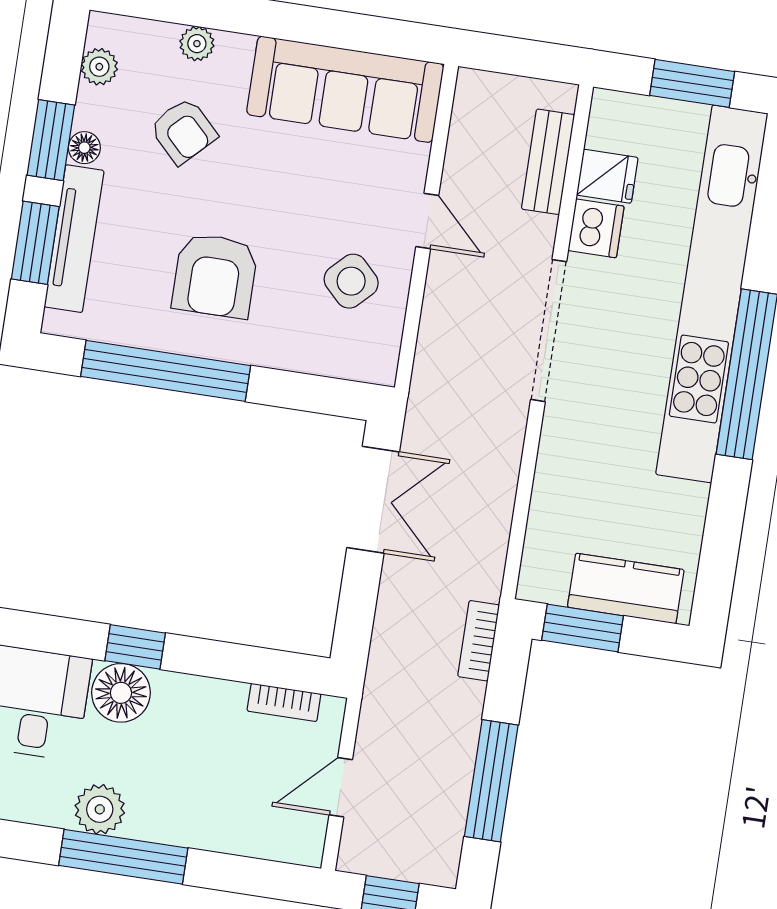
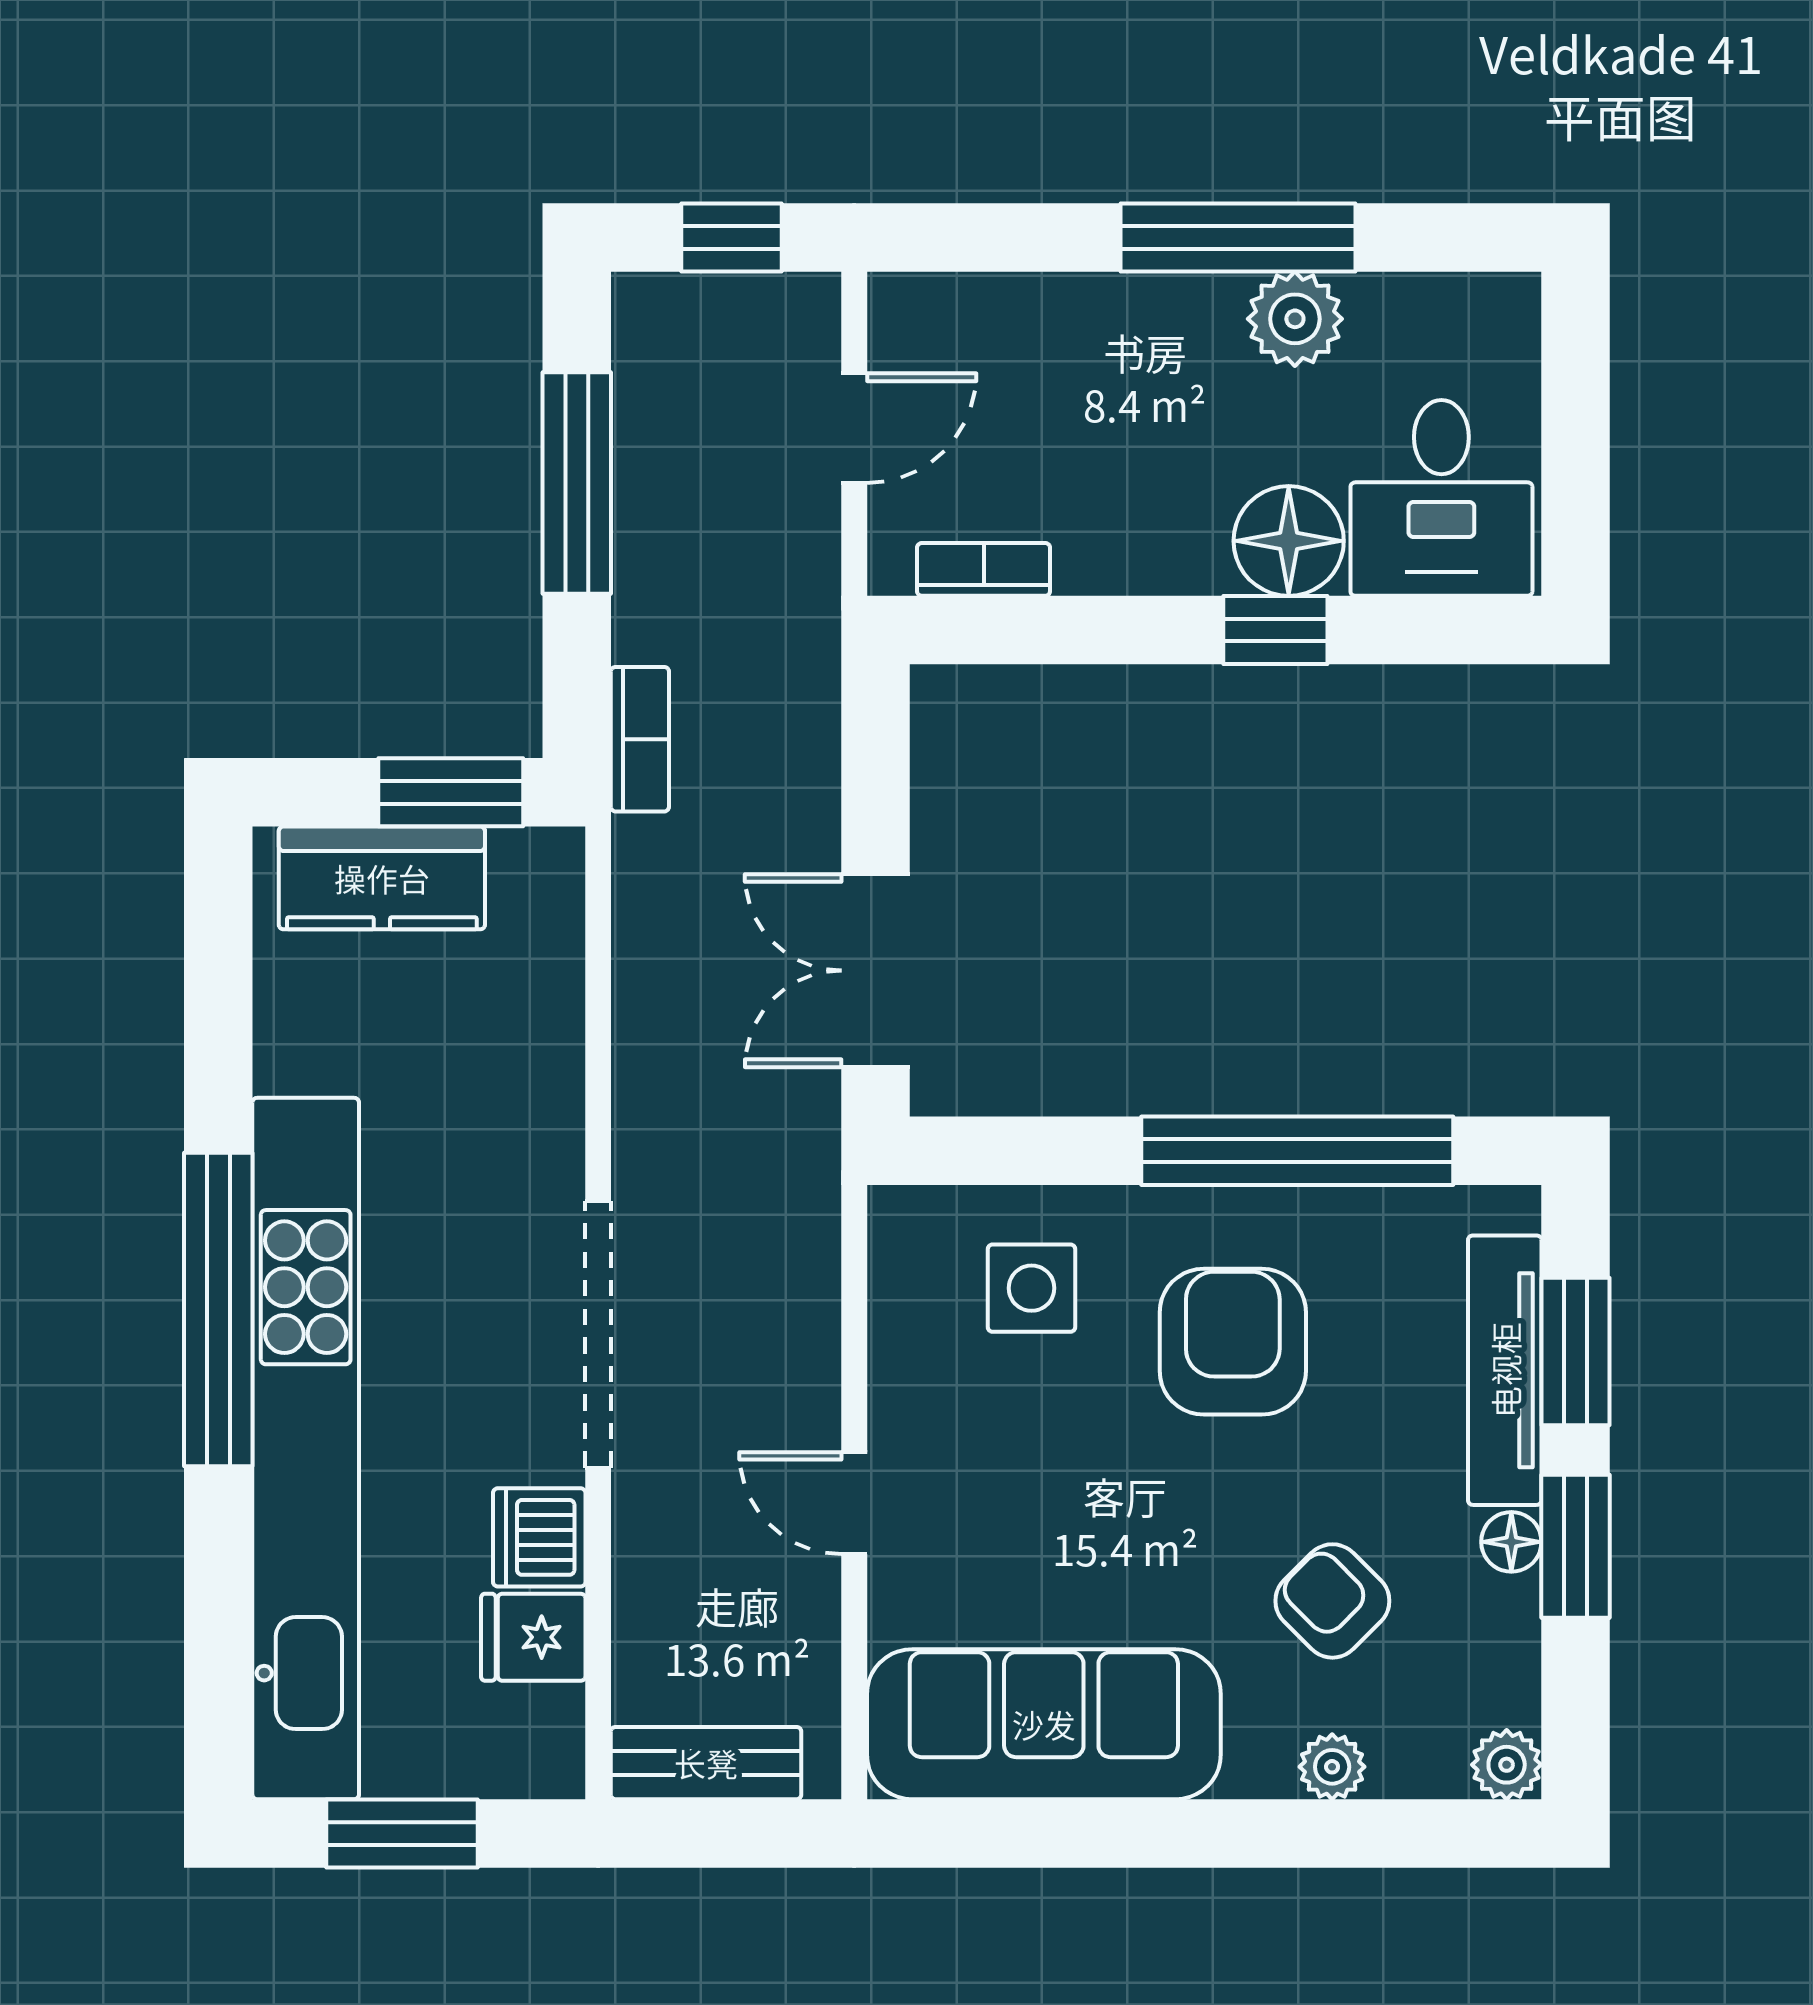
plant: (99, 67) -> (1507, 1765), moved
bench: (548, 162) -> (706, 1763), moved, turned 90
side table: (351, 281) -> (1032, 1288), moved, turned 45

